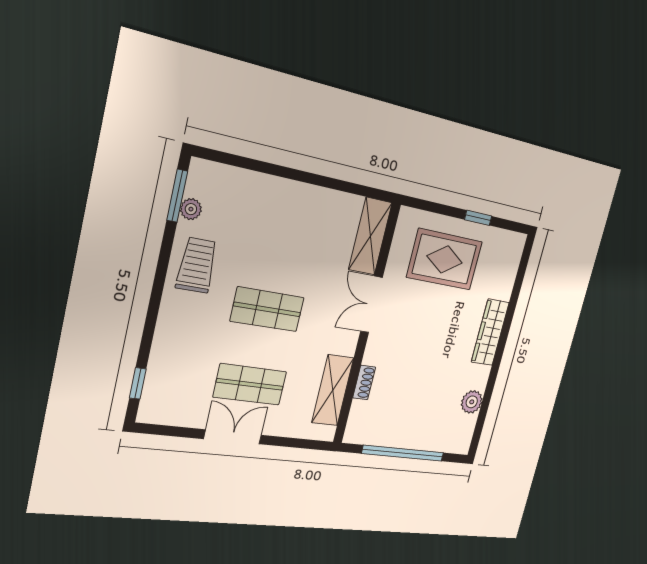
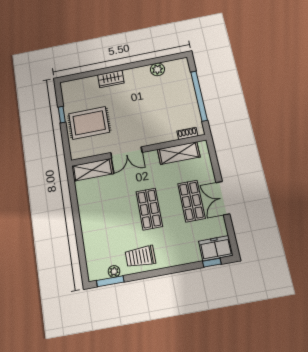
rug: (445, 259) -> (89, 123), turned 90
wardrobe: (490, 332) -> (111, 79), width x0.67
shoe rack: (364, 382) -> (187, 133), moved
freezer: (158, 398) -> (216, 248), added

